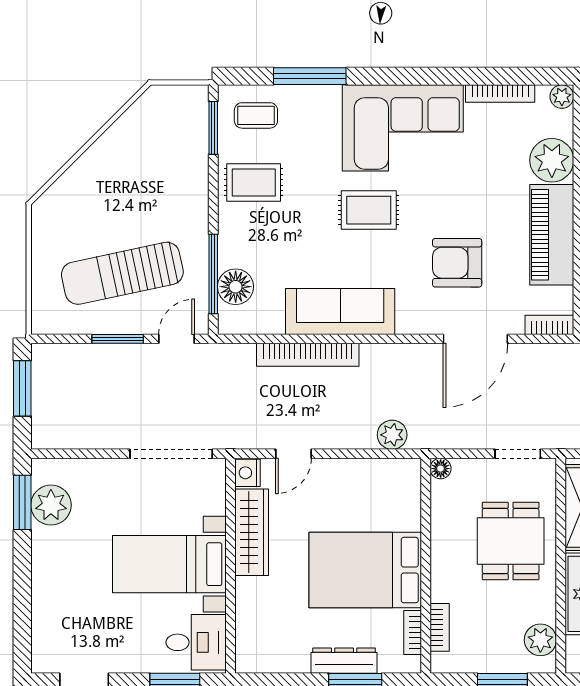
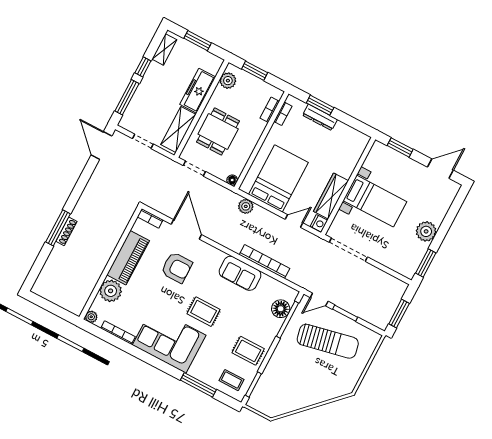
sofa: (340, 311) -> (240, 273), width x0.73
door: (475, 339) -> (186, 229), hinge flipped
plant: (51, 505) -> (426, 231), moved
bed: (365, 570) -> (278, 178), moved, turned -90
desk: (196, 642) -> (381, 160), removed

